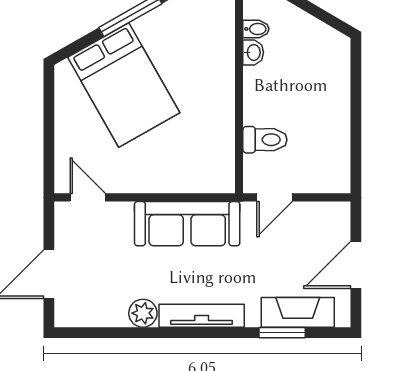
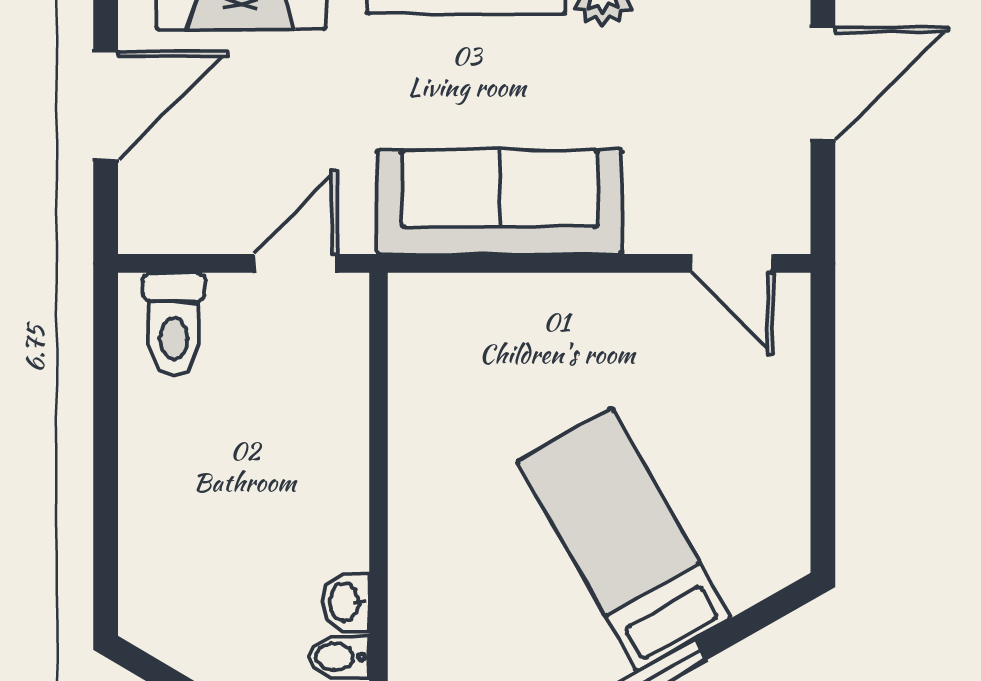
bed: (124, 85) -> (624, 539), width x0.67
toilet: (265, 140) -> (174, 324), moved, turned -90

